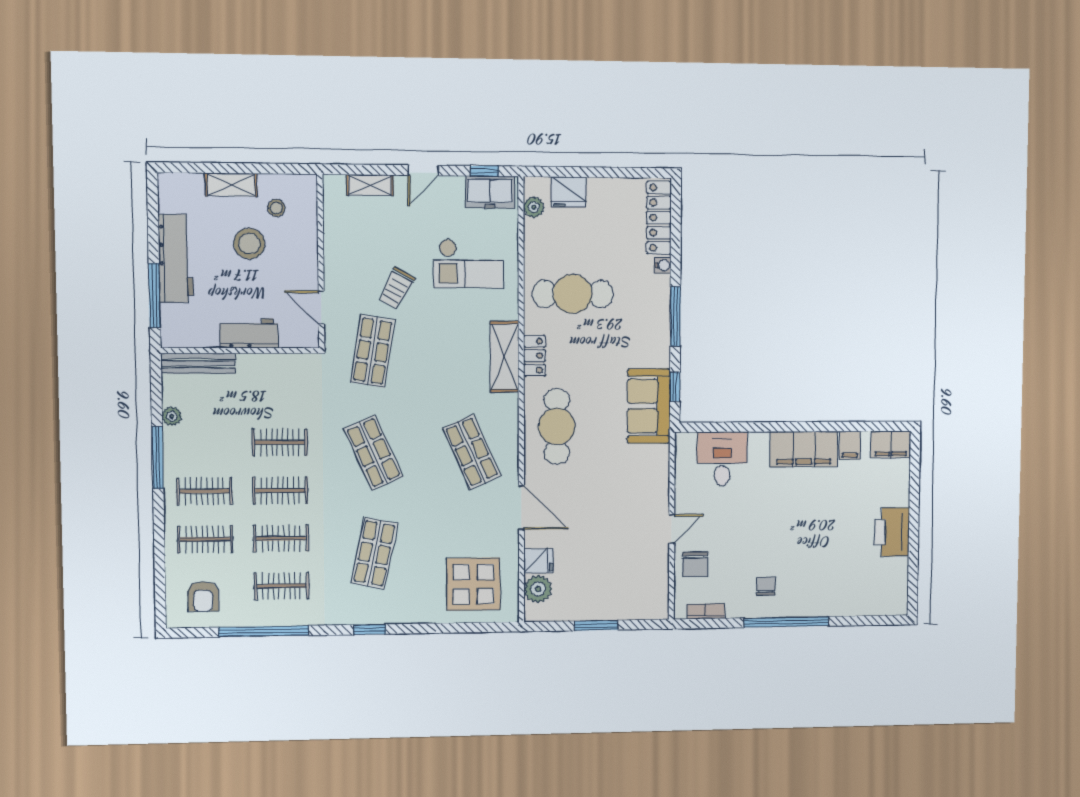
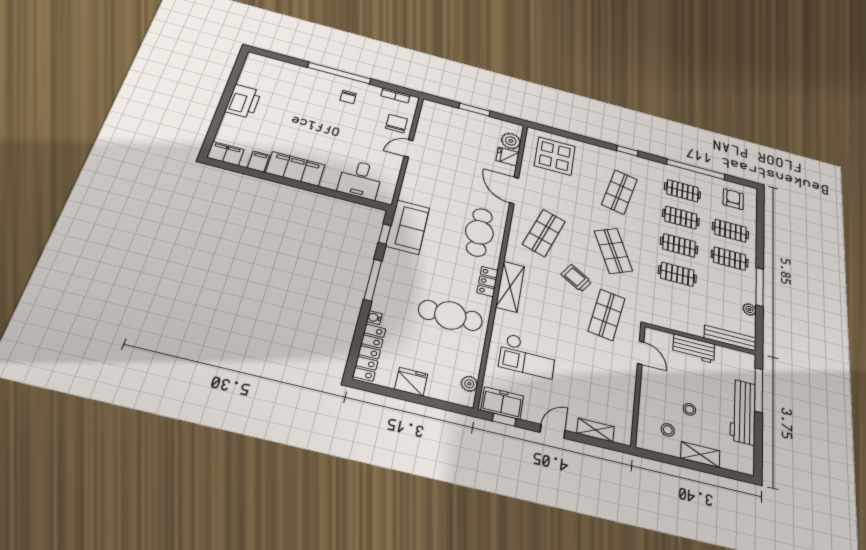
fridge: (568, 192) -> (411, 382), moved
stool: (249, 244) -> (689, 409), width x0.53, depth x0.53
checkout: (468, 264) -> (528, 356), turned 180
trolley: (396, 288) -> (576, 278), moved, turned -87
shop shelf: (472, 452) -> (544, 233), turned 42

